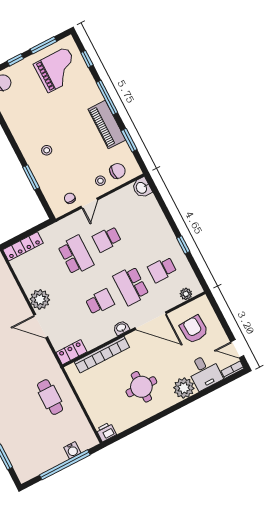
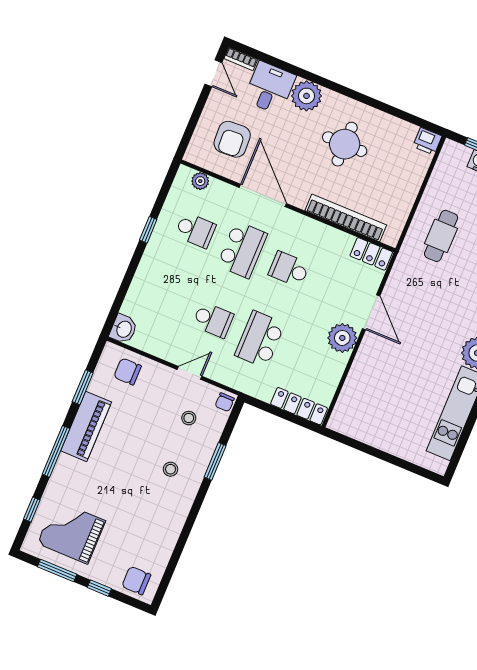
stool: (100, 181) -> (189, 418), moved
chair: (70, 198) -> (225, 402), moved
washbasin: (121, 328) -> (298, 221), removed

